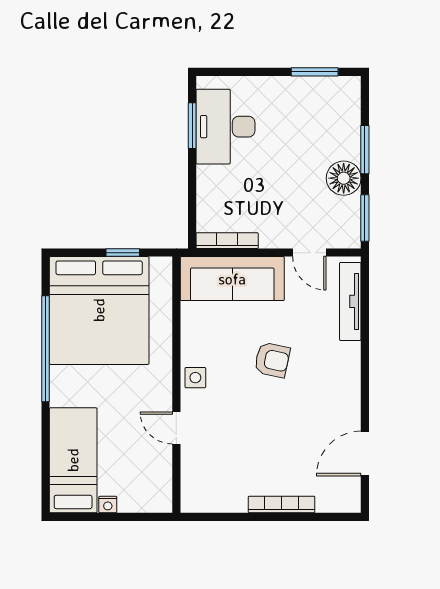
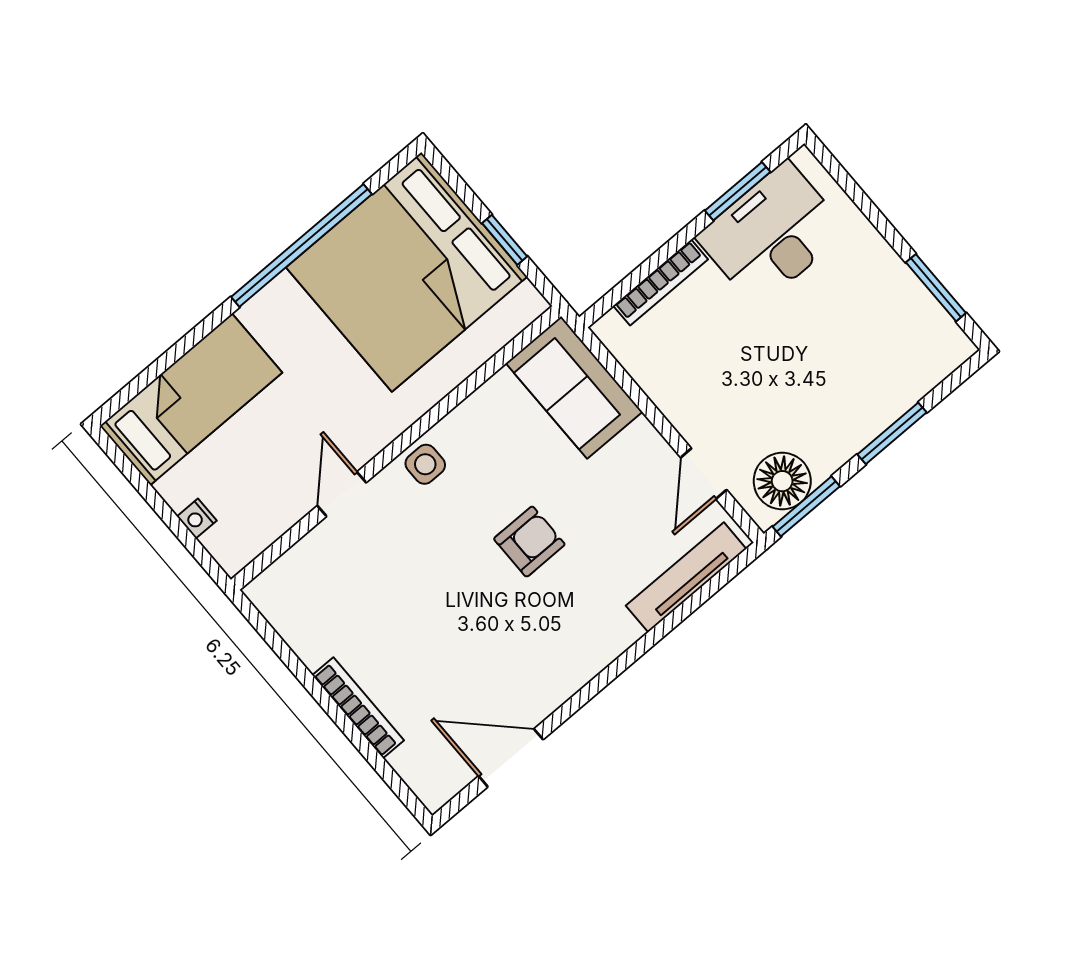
floor lamp: (344, 178) -> (782, 481), moved
bookcase: (227, 241) -> (661, 283), moved, turned 90
sofa: (232, 279) -> (574, 388), width x0.73
armchair: (272, 360) -> (529, 542), turned -102
nightstand: (108, 505) -> (197, 518), moved

